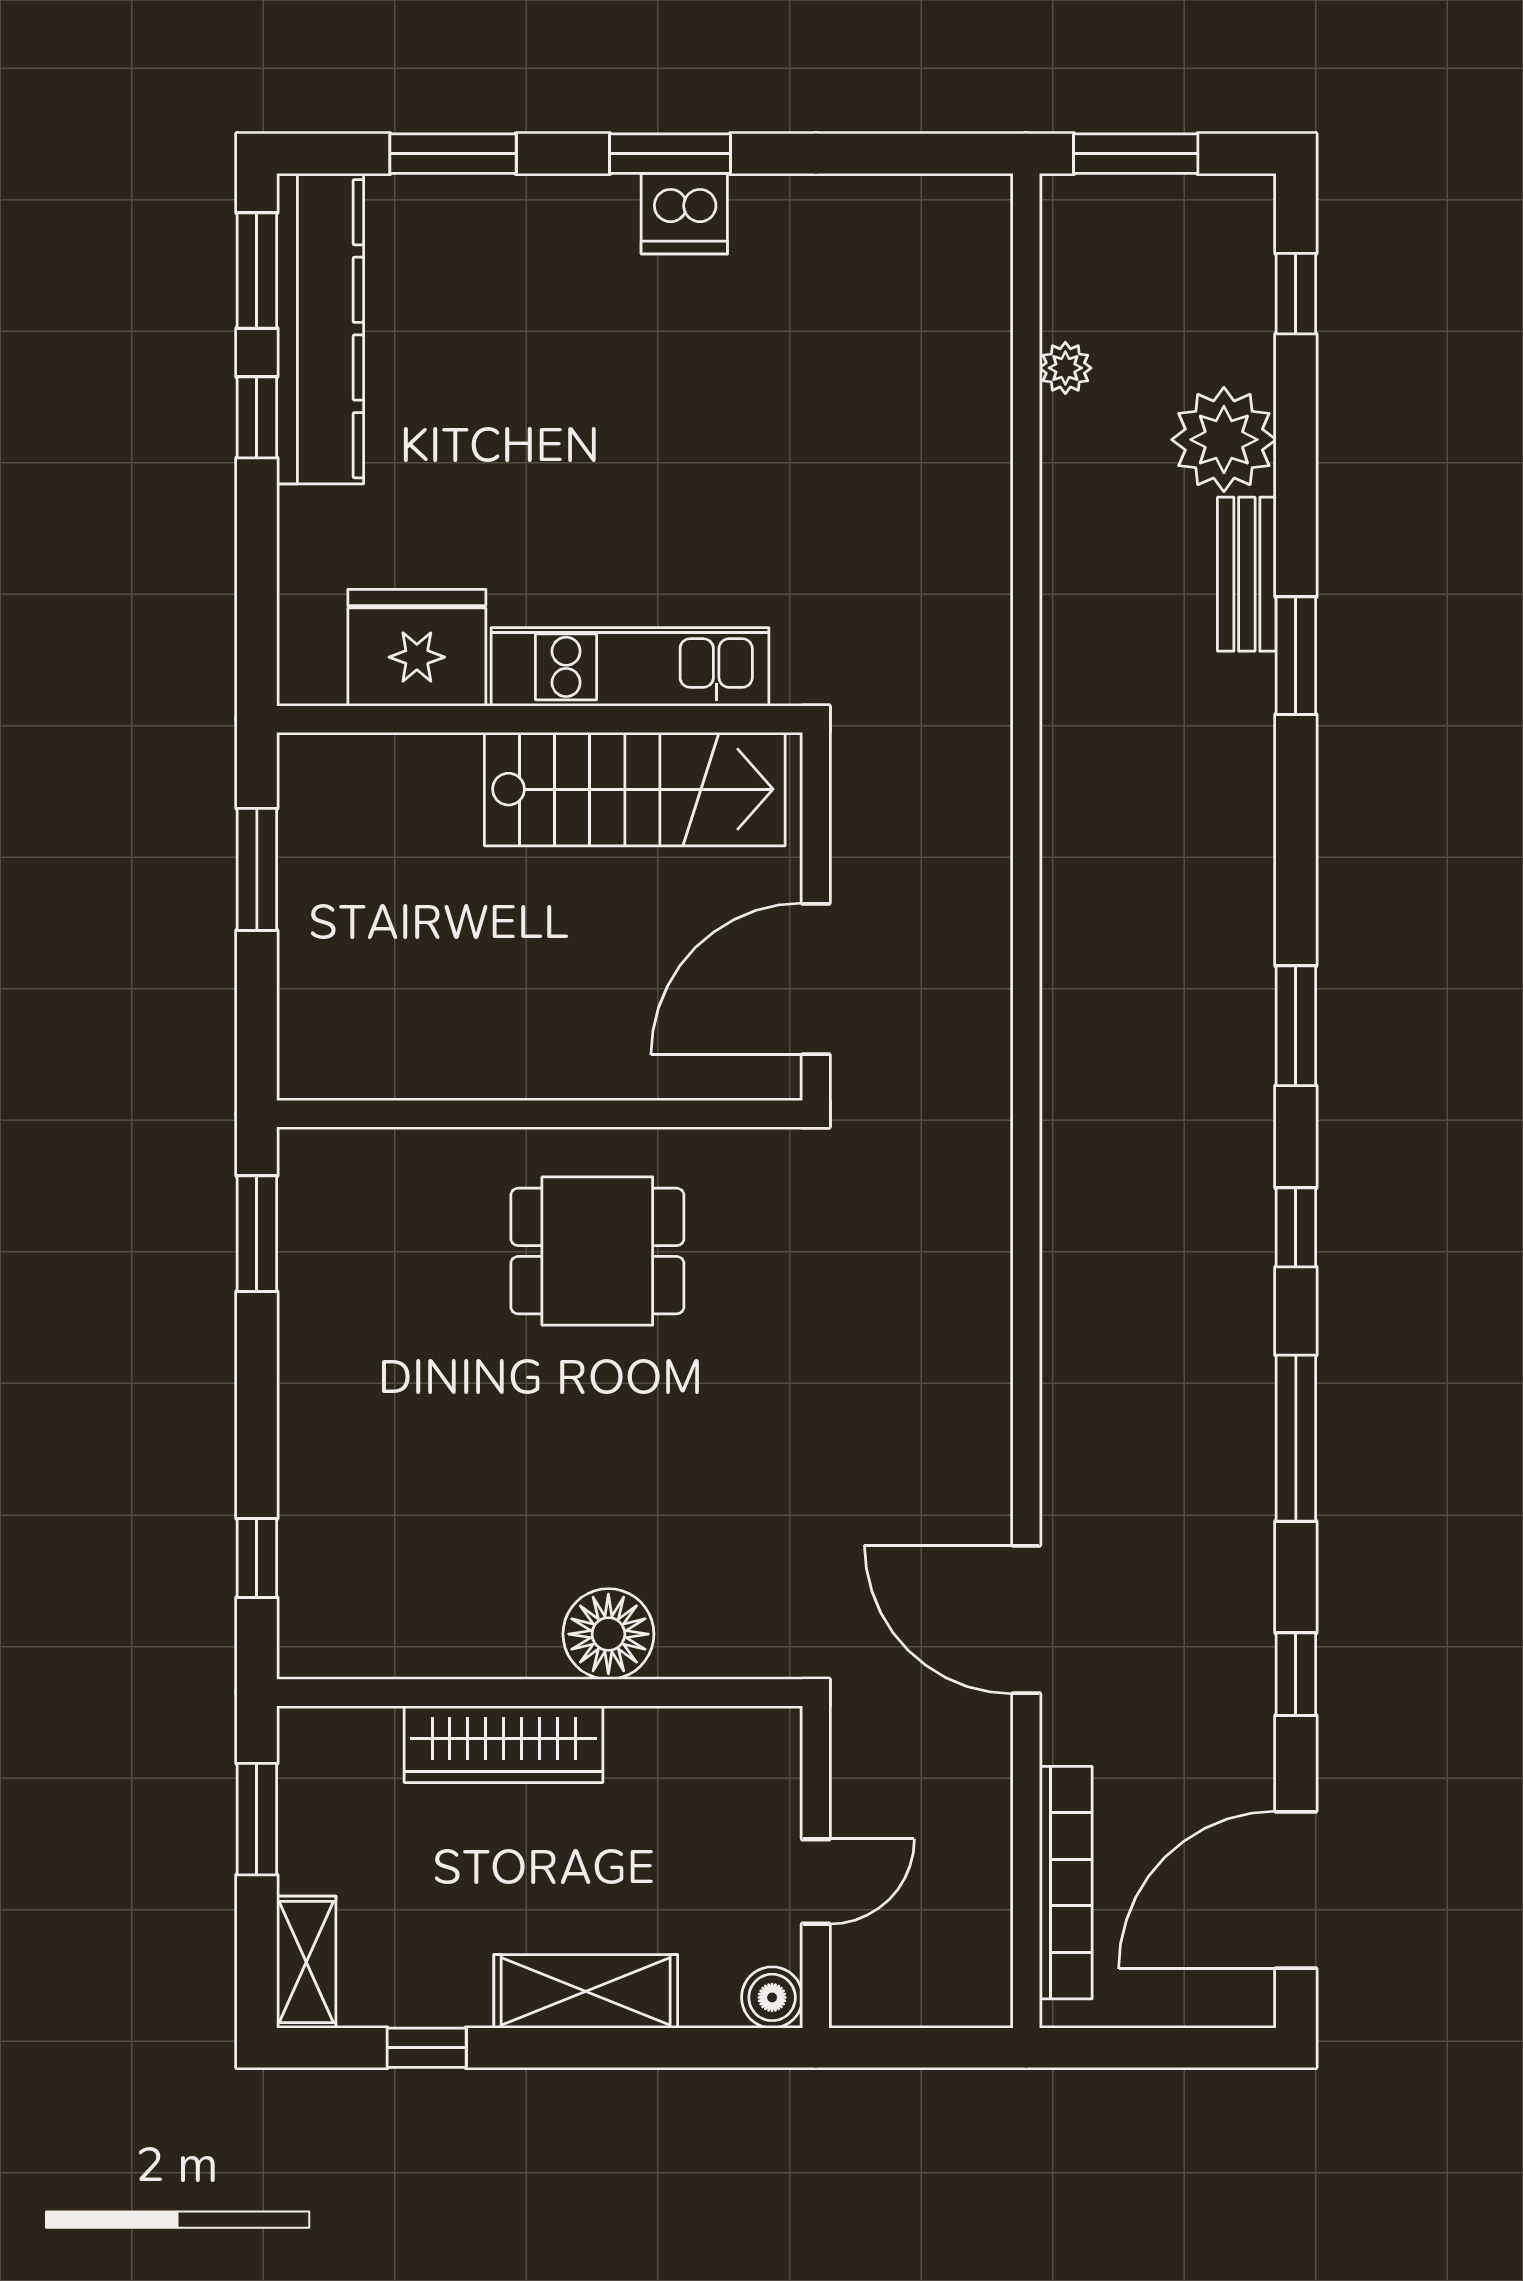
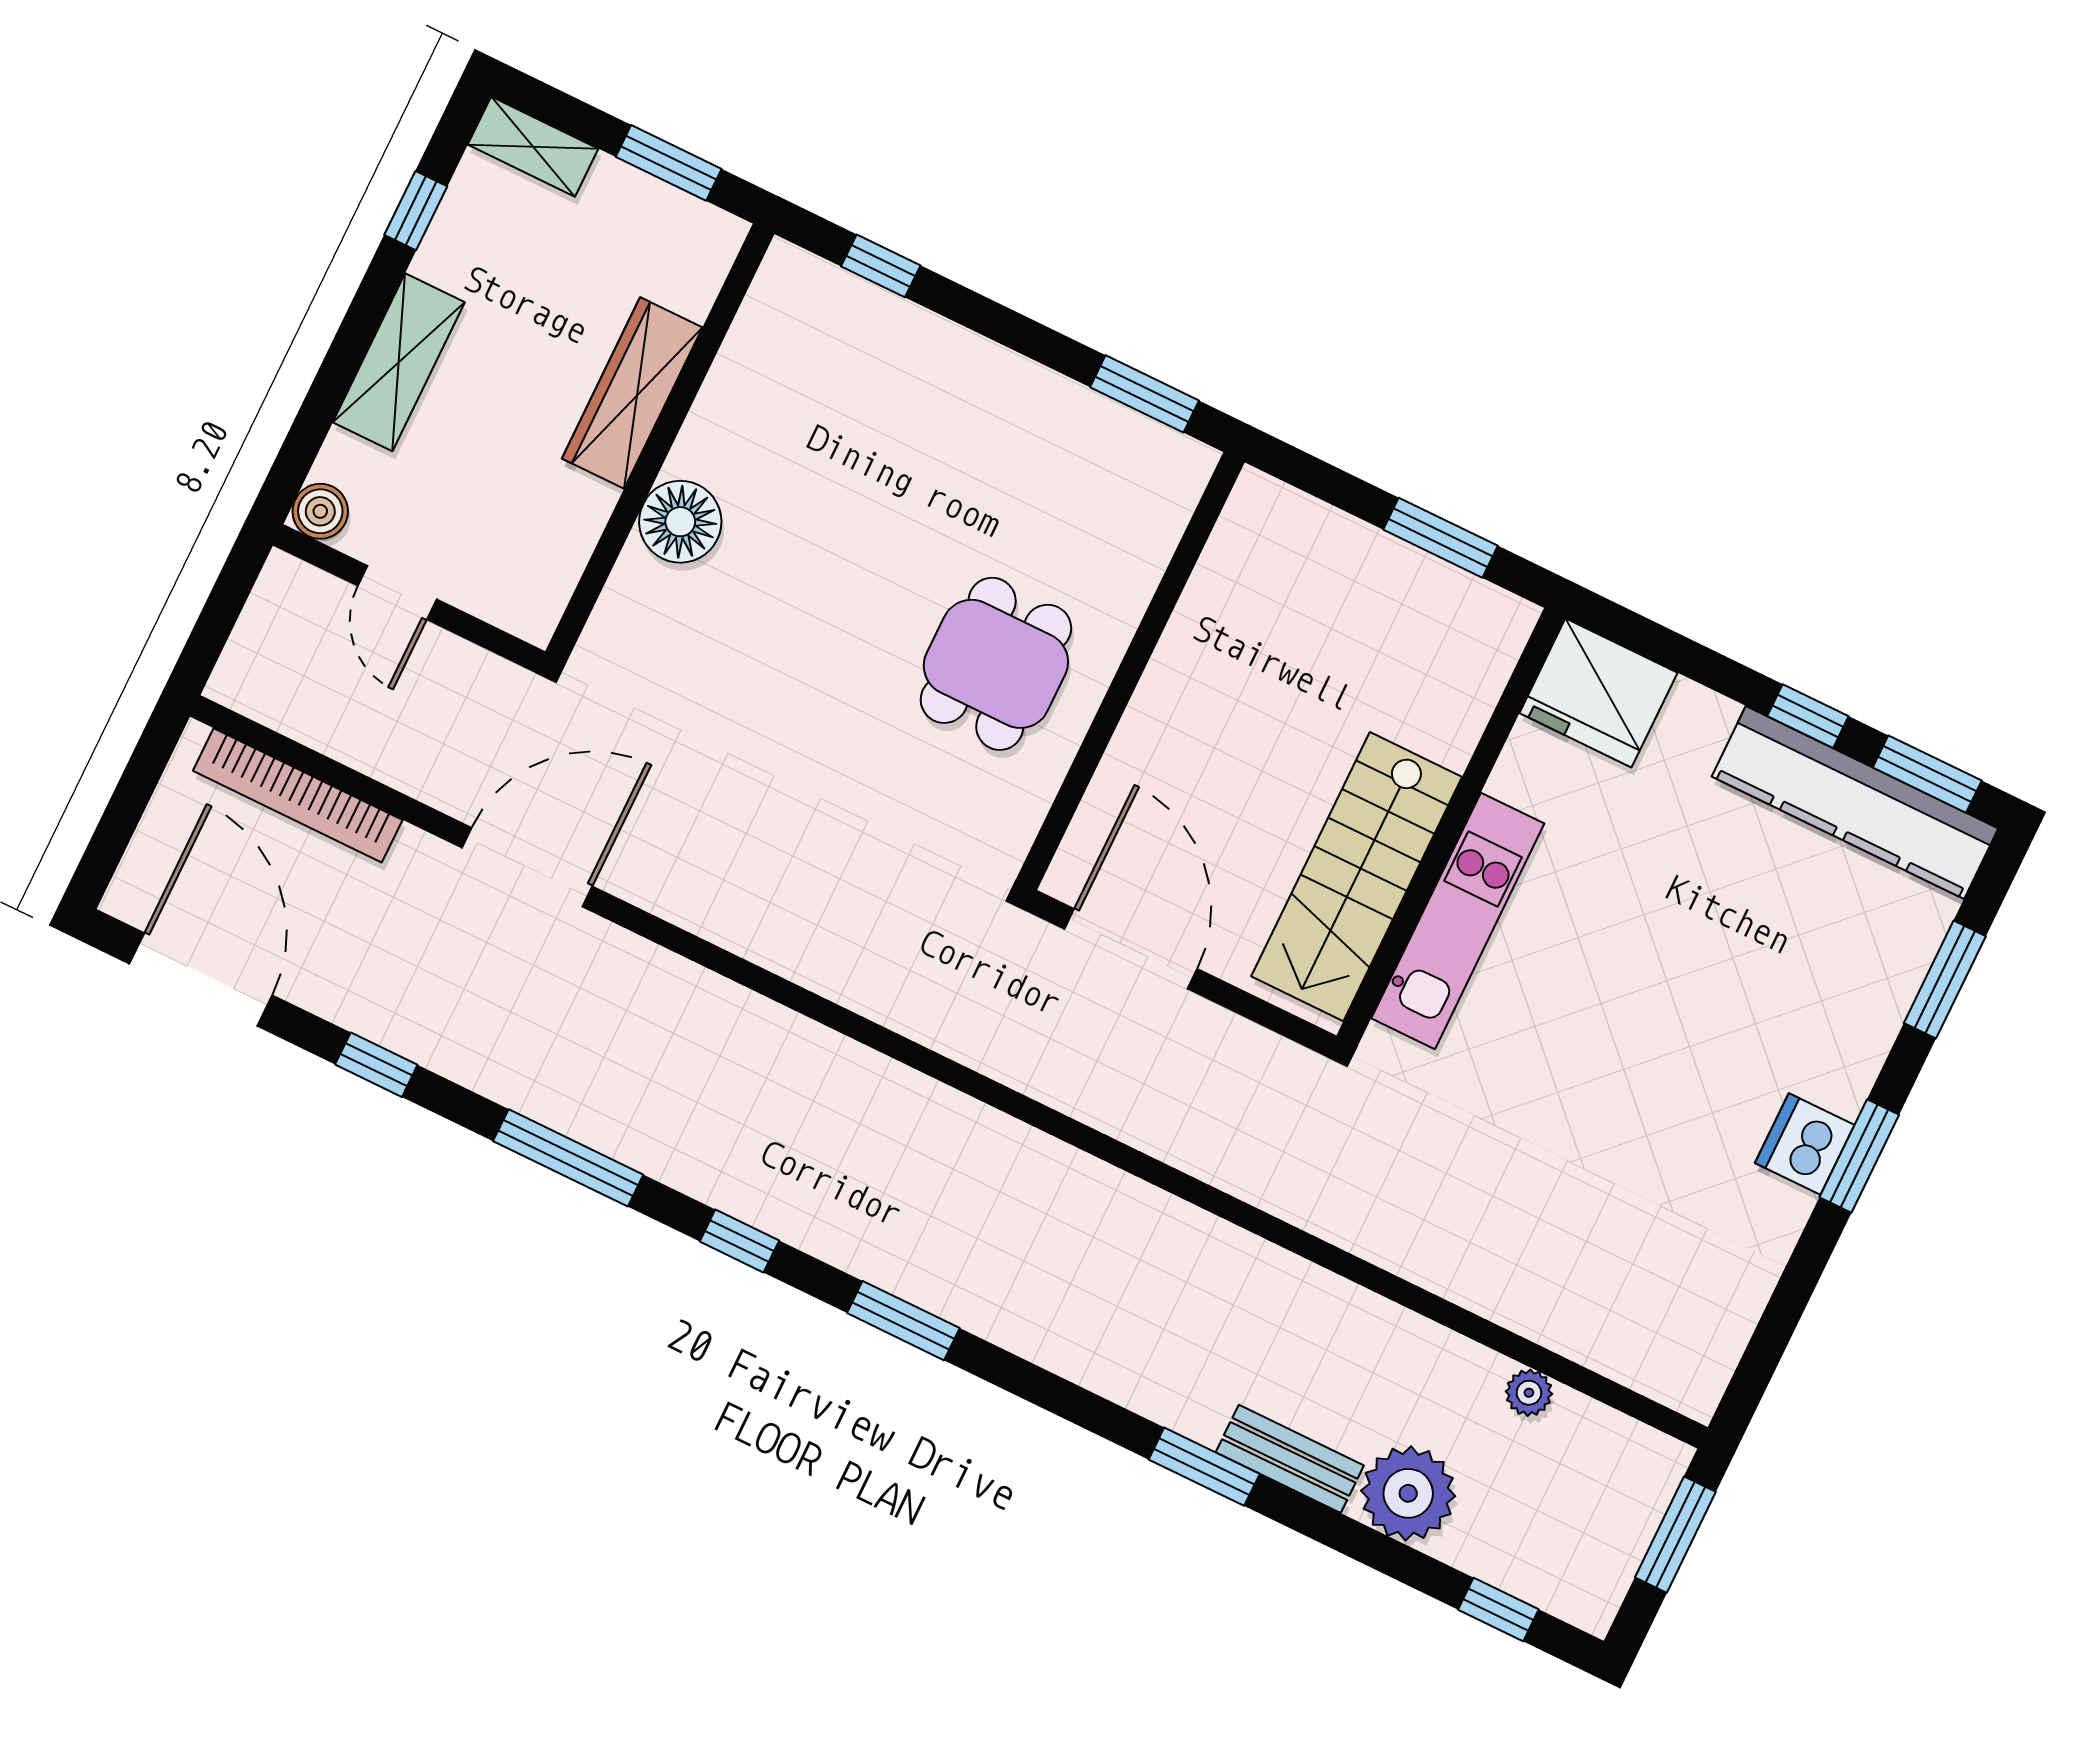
fridge: (417, 648) -> (1598, 693), moved, turned 90

